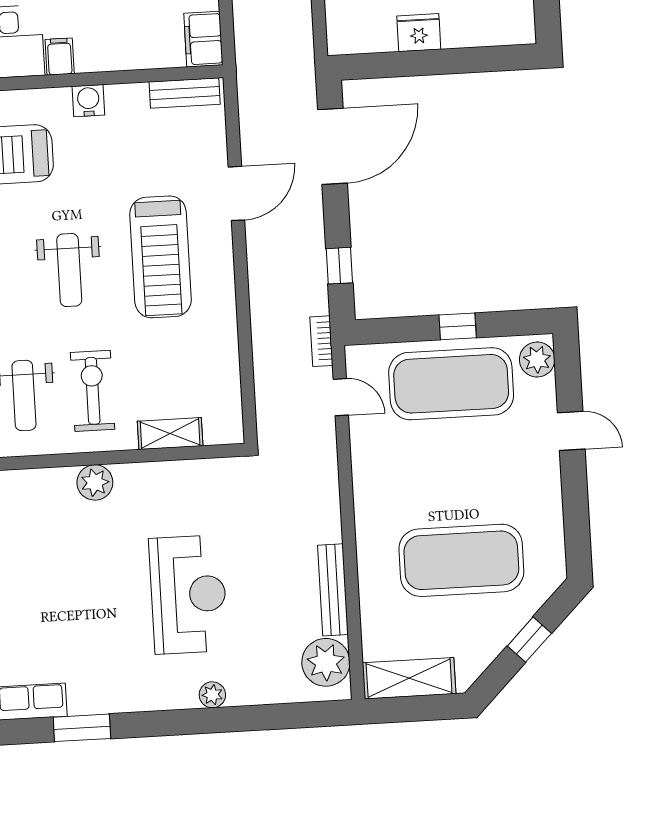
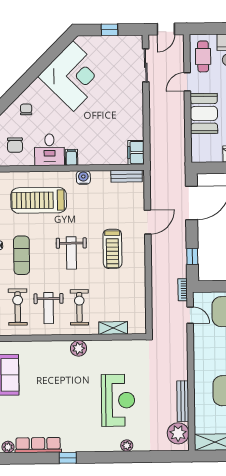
treadmill: (161, 257) -> (112, 249), width x0.73, depth x0.73
window: (82, 728) -> (68, 458), width x0.67

